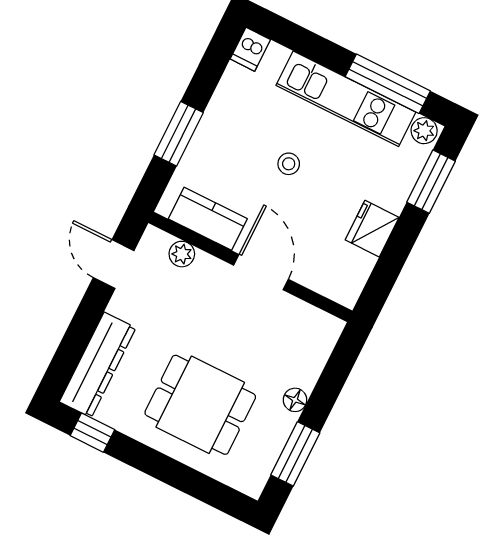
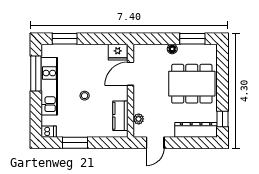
plant: (424, 131) -> (47, 51), removed
window: (179, 134) -> (75, 143), moved
fridge: (372, 229) -> (118, 52), moved
door: (261, 272) -> (131, 74), moved
dining table: (200, 405) -> (192, 84), width x1.38

